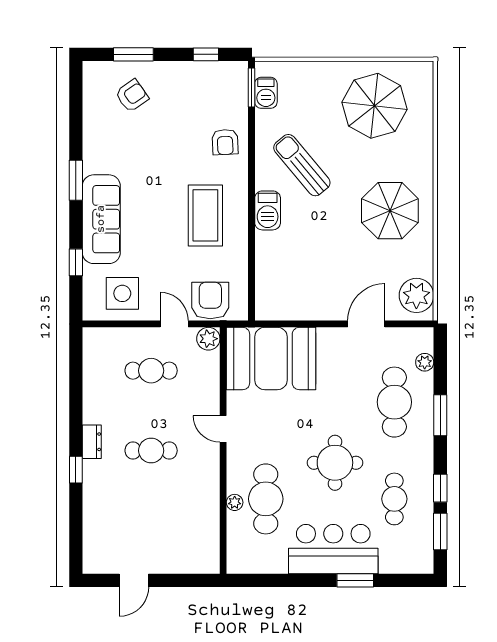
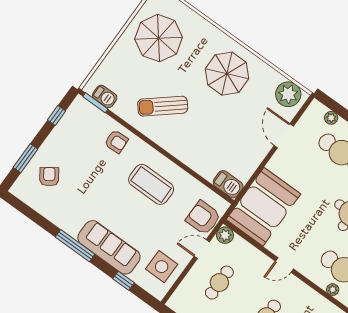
window: (76, 180) -> (75, 246), width x1.44
barbecue: (268, 210) -> (228, 184), moved

